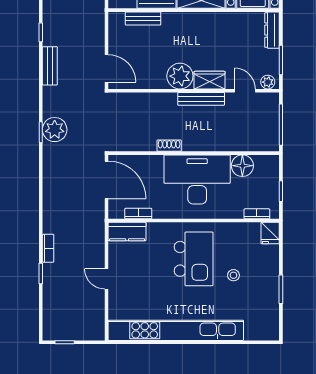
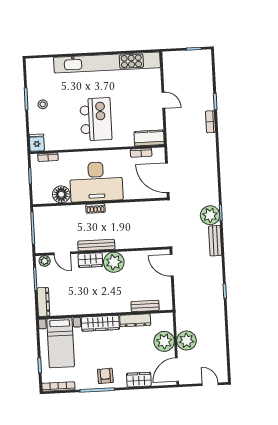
bench: (50, 66) -> (215, 241), moved
shoe rack: (169, 146) -> (95, 208), moved
kitchen island: (194, 259) -> (96, 119), turned 180
stool: (233, 275) -> (43, 104), moved

